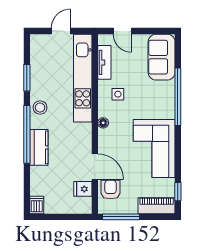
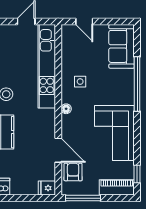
tv unit: (104, 62) -> (67, 51), removed
fridge: (83, 189) -> (47, 188), moved

